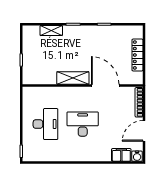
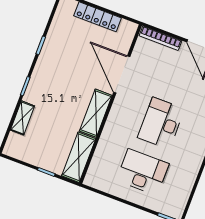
shelving: (39, 78) -> (79, 157), added
door: (105, 86) -> (122, 74), hinge flipped

